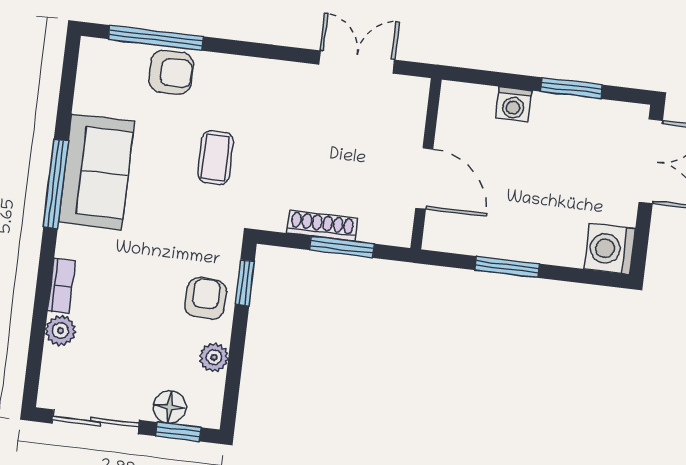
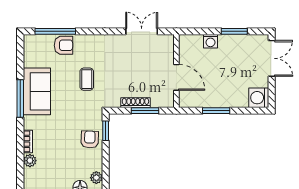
plant: (214, 357) -> (96, 178), moved

